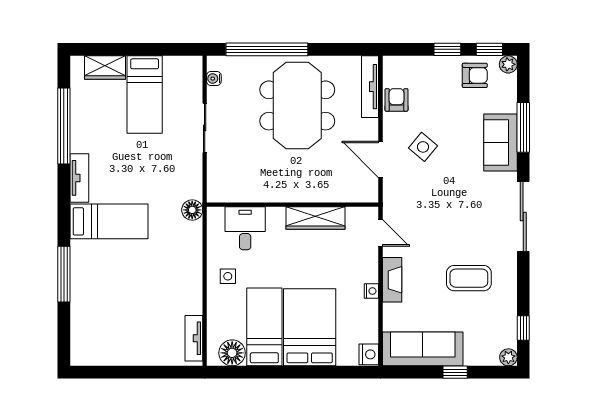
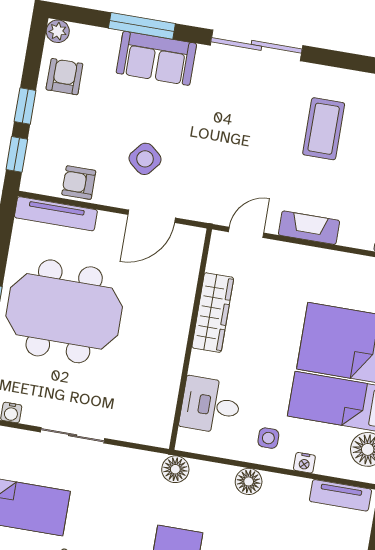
window: (489, 49) -> (17, 154), moved
floor lamp: (192, 267) -> (249, 481), added
nightstand: (371, 291) -> (304, 463), moved, turned 180

